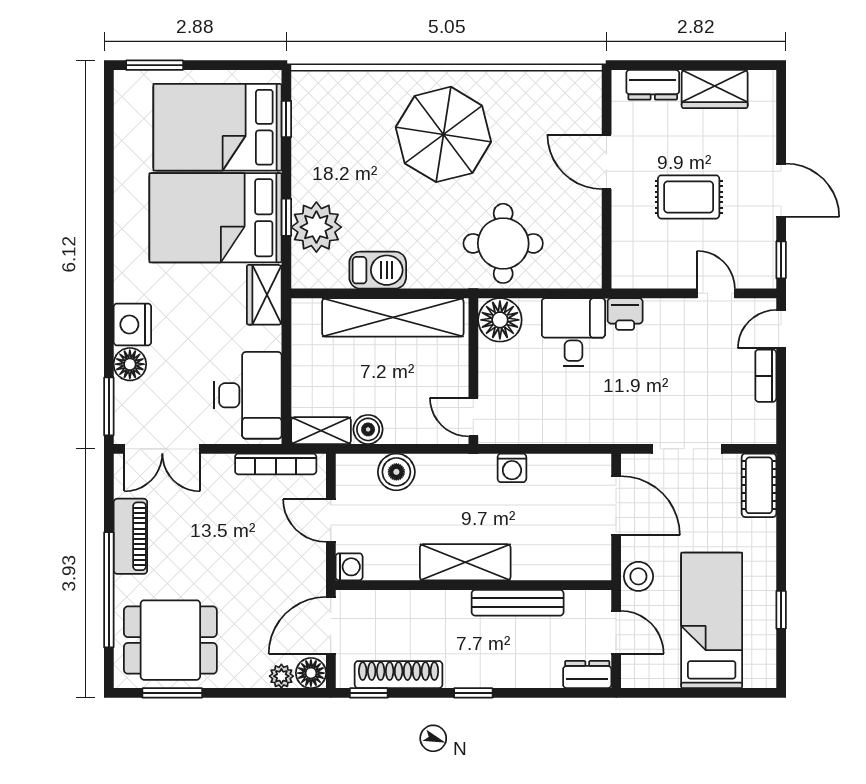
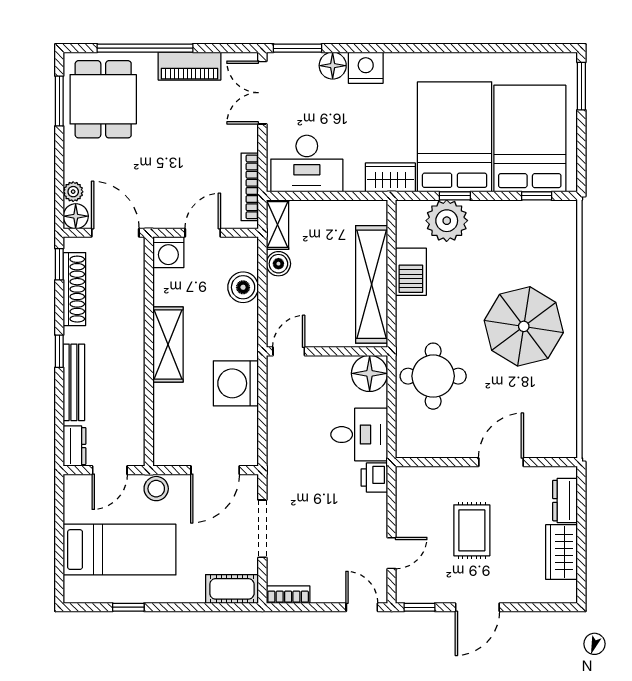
bookcase: (766, 376) -> (288, 595), moved
washing machine: (512, 468) -> (236, 383), width x1.89, depth x1.89
washing machine: (349, 567) -> (168, 252), width x1.38, depth x1.38
bench: (518, 603) -> (74, 382), moved

